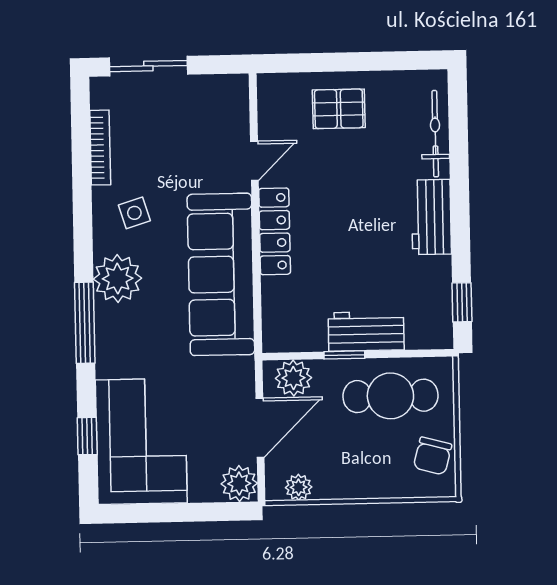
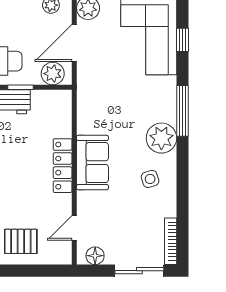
floor lamp: (220, 88) -> (95, 256), added
bookcase: (100, 148) -> (171, 241), moved
door: (254, 161) -> (74, 228), moved
sofa: (221, 274) -> (92, 163), width x0.54, depth x0.79

